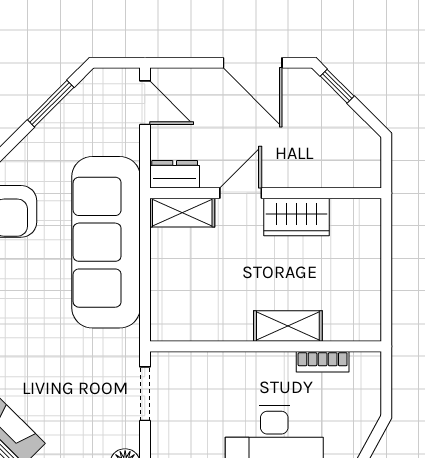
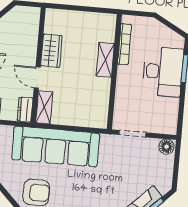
bookcase: (323, 362) -> (124, 44), width x1.56

